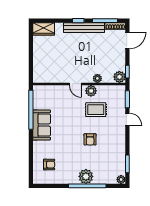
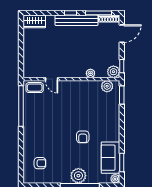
door: (75, 84) -> (52, 79), moved
plant: (91, 91) -> (107, 86), moved
coffee table: (44, 92) -> (35, 88), added
rug: (96, 110) -> (89, 106), removed
door: (127, 119) -> (122, 116), removed
sofa: (42, 125) -> (110, 158), moved, turned 180

